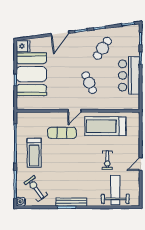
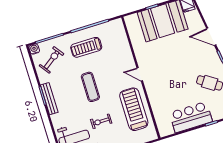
cafe table: (89, 83) -> (172, 80), removed
exercise mat: (62, 133) -> (90, 87), moved

